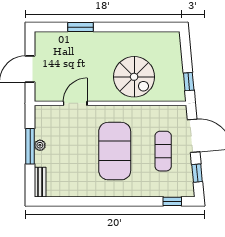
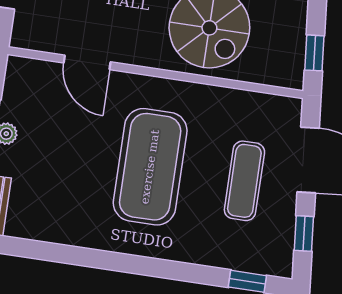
door: (75, 103) -> (87, 62), swing flipped

